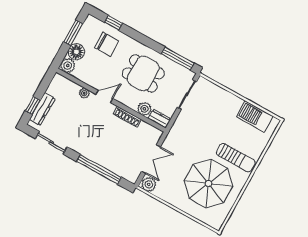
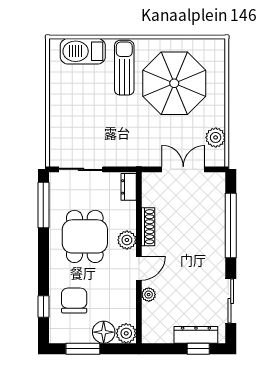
door: (104, 96) -> (139, 268), swing flipped
plant: (144, 109) -> (127, 240), moved
barbecue: (255, 116) -> (83, 51), moved, turned 90
plant: (149, 184) -> (216, 137), moved

